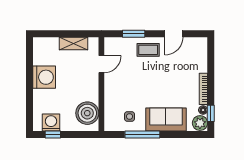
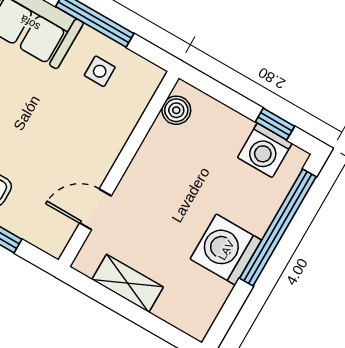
window: (30, 97) -> (278, 227), added
boiler: (87, 113) -> (176, 110), width x0.54, depth x0.54

